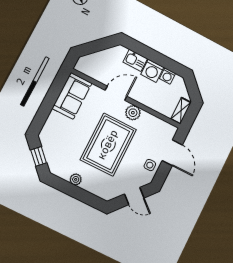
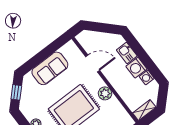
door: (116, 93) -> (93, 63), moved
sofa: (72, 96) -> (50, 68), moved

